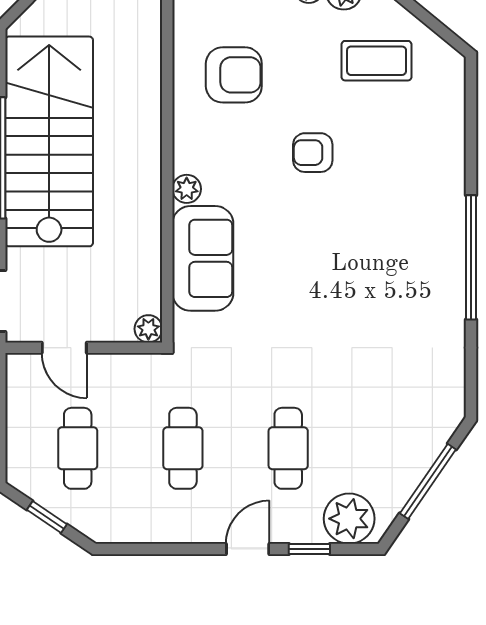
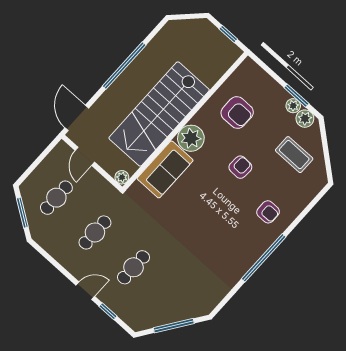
stairs: (49, 141) -> (159, 114), moved, turned 180
armchair: (313, 153) -> (240, 167), turned 92
armchair: (415, 182) -> (268, 212), added
plant: (187, 189) -> (191, 138), width x1.87, depth x1.87
window: (47, 517) -> (22, 213), width x1.50
plant: (349, 519) -> (133, 313), removed

